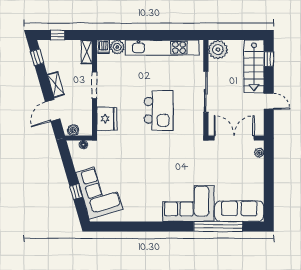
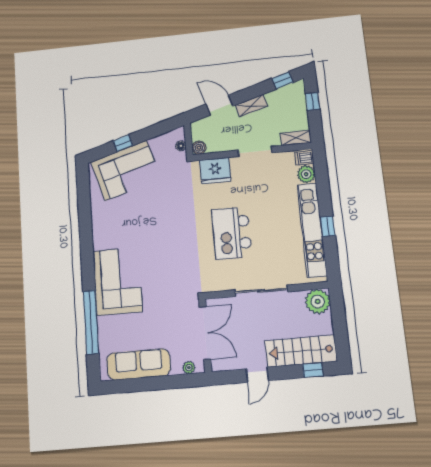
window: (161, 35) -> (328, 226), added
kitchen island: (159, 110) -> (232, 233), turned 90
boiler: (73, 130) -> (199, 148), moved
sofa: (239, 211) -> (139, 364), moved, turned -90

